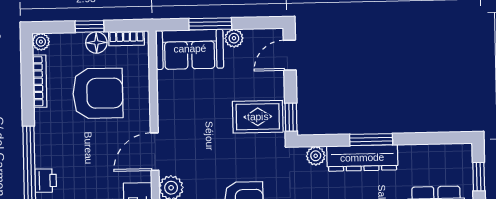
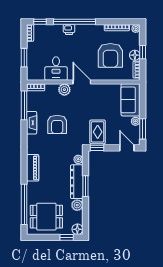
window: (210, 24) -> (143, 129), moved
floor lamp: (461, 154) -> (77, 229), added
plant: (411, 156) -> (77, 205), added

